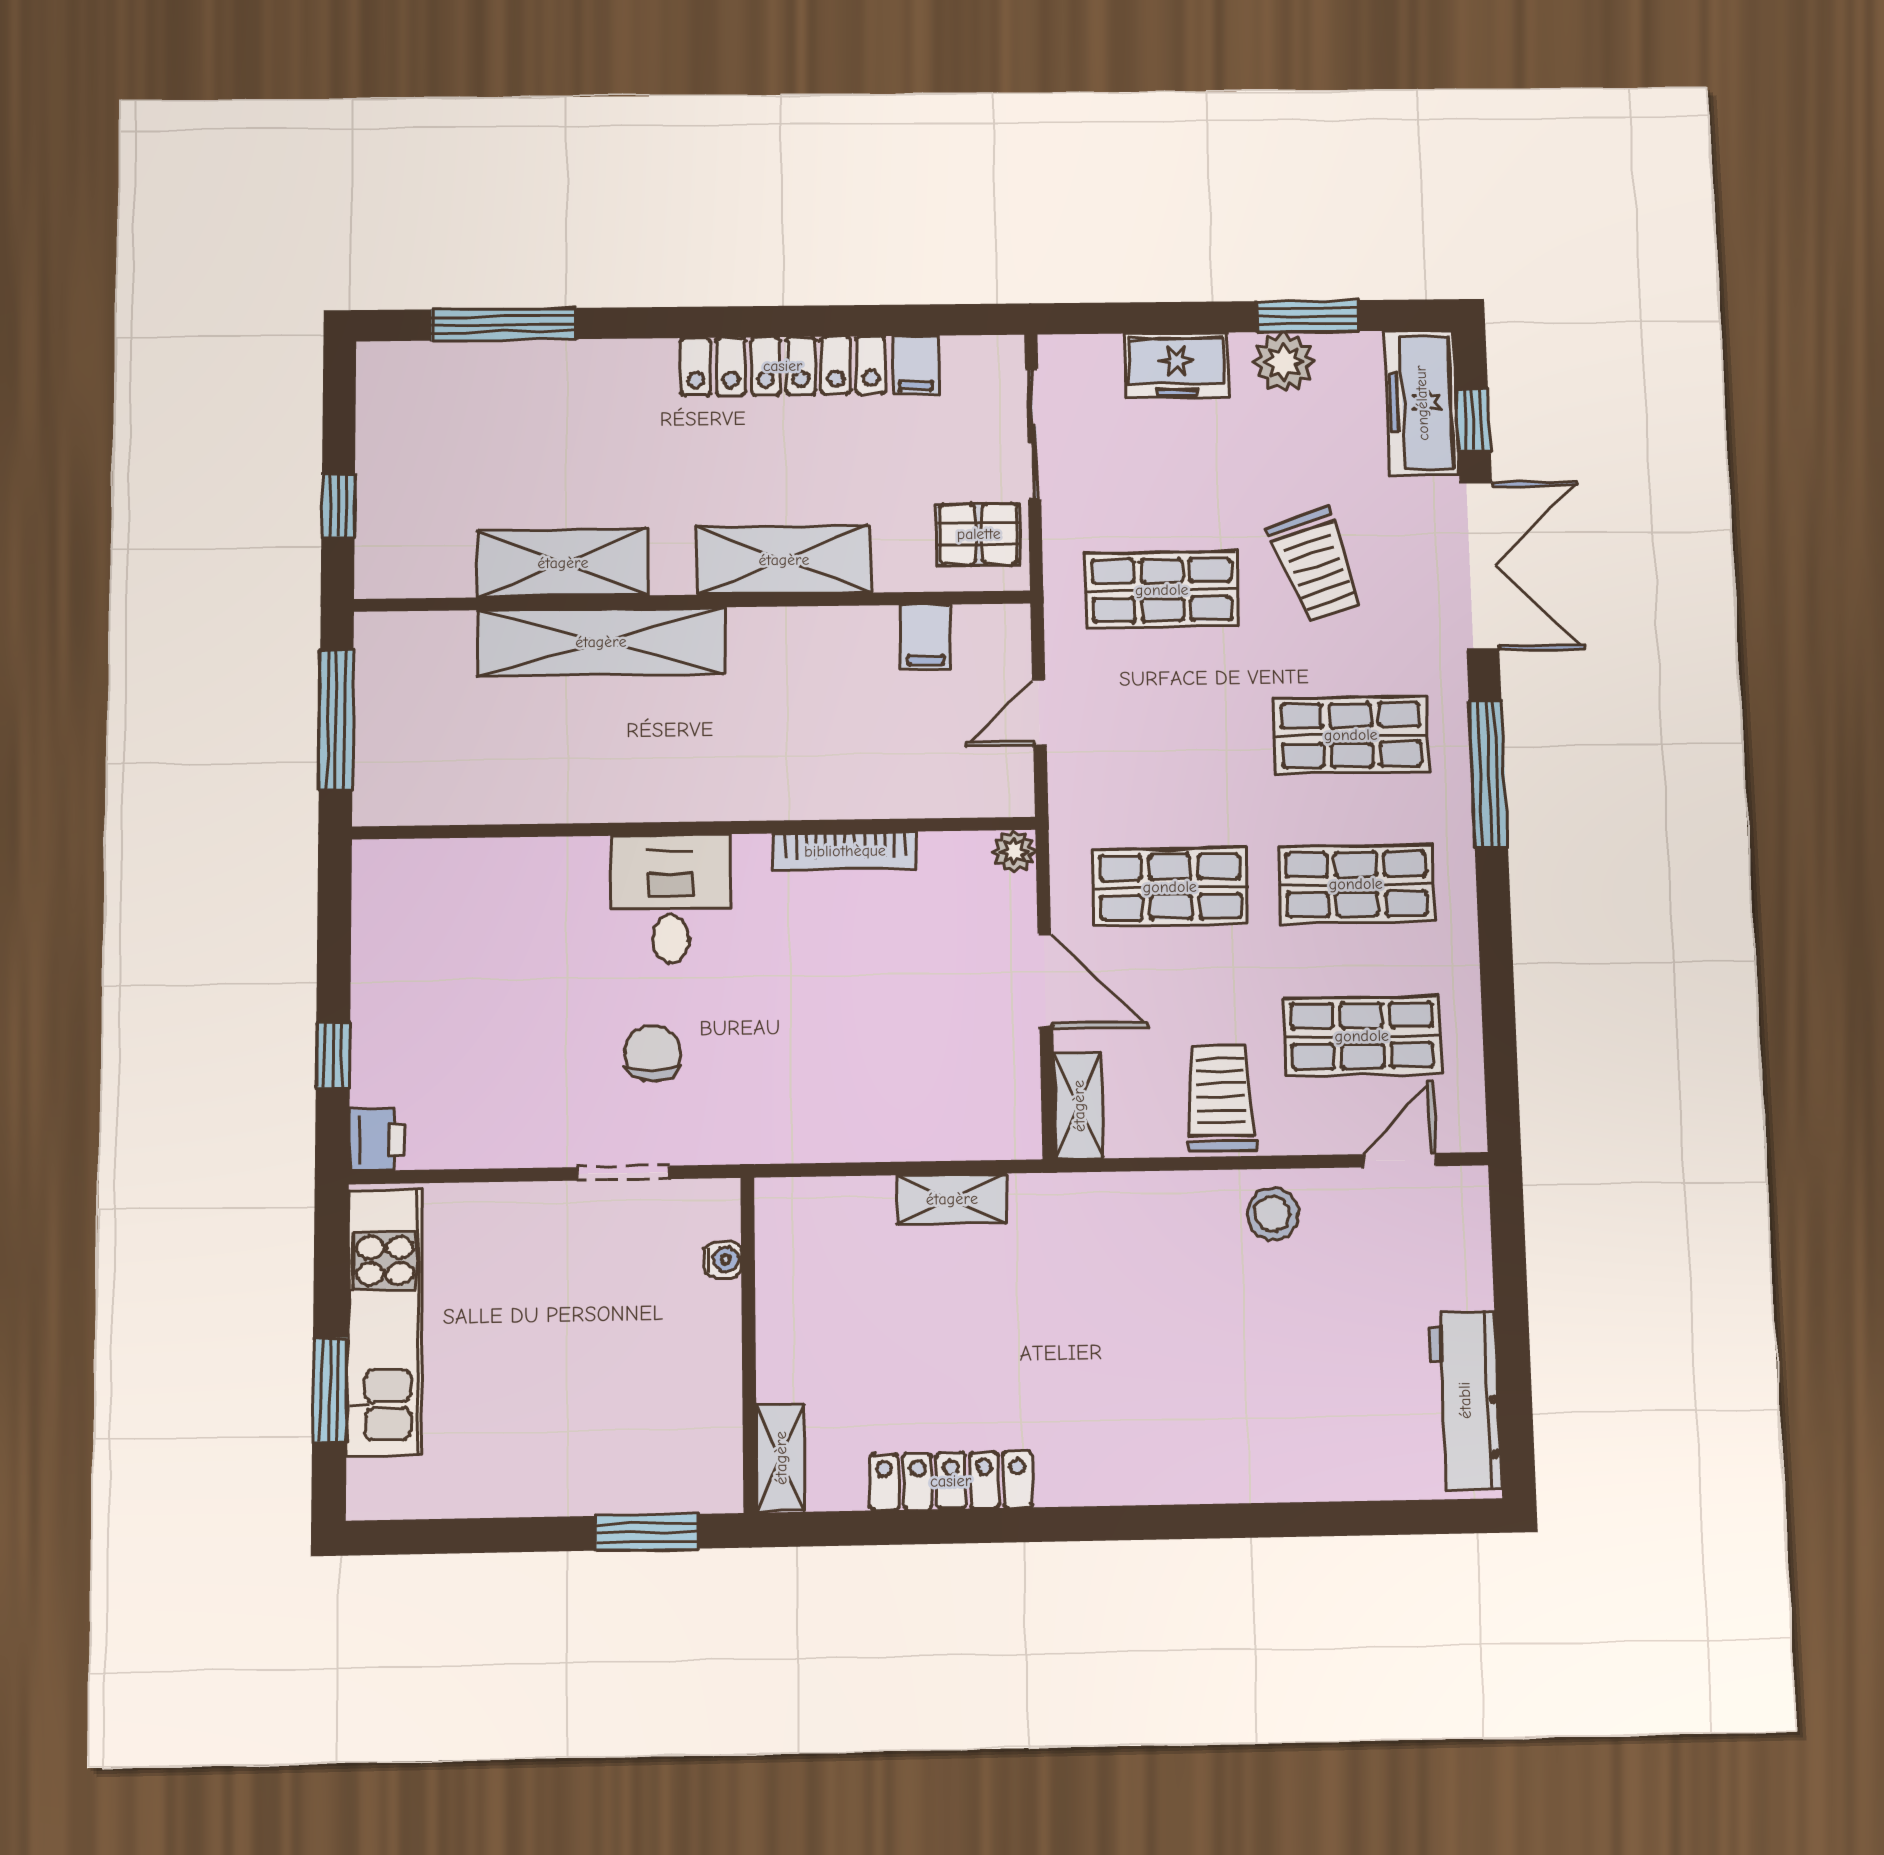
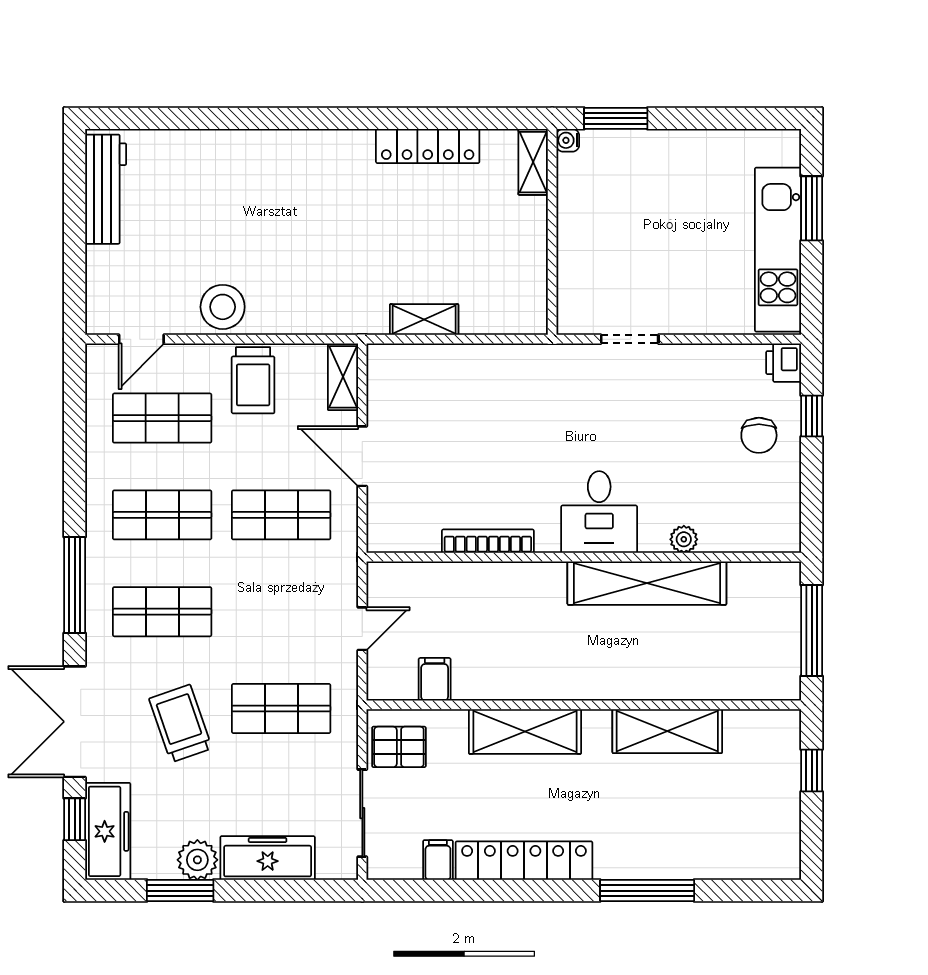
window: (504, 324) -> (647, 891), moved
freezer: (1176, 366) -> (268, 858), width x1.40
shelving: (601, 642) -> (647, 583), moved
plant: (1014, 851) -> (684, 539), moved
chair: (653, 1053) -> (759, 435), moved
stool: (1273, 1214) -> (223, 307), width x1.38, depth x1.38
water cooler: (723, 1260) -> (568, 140), moved

